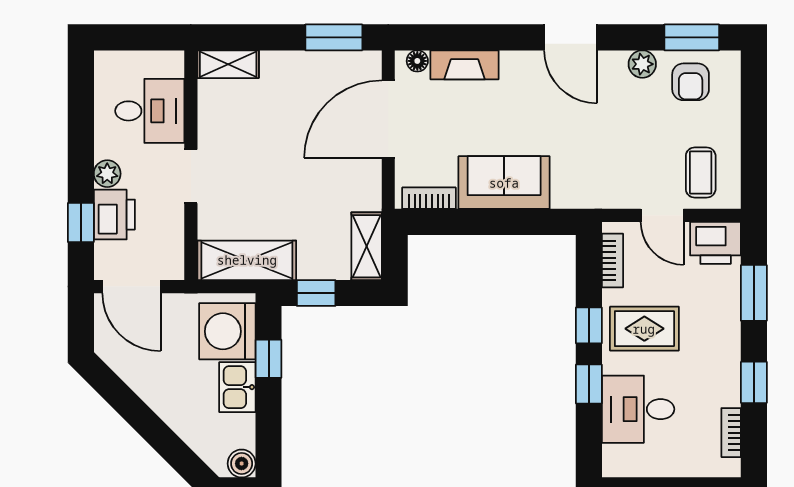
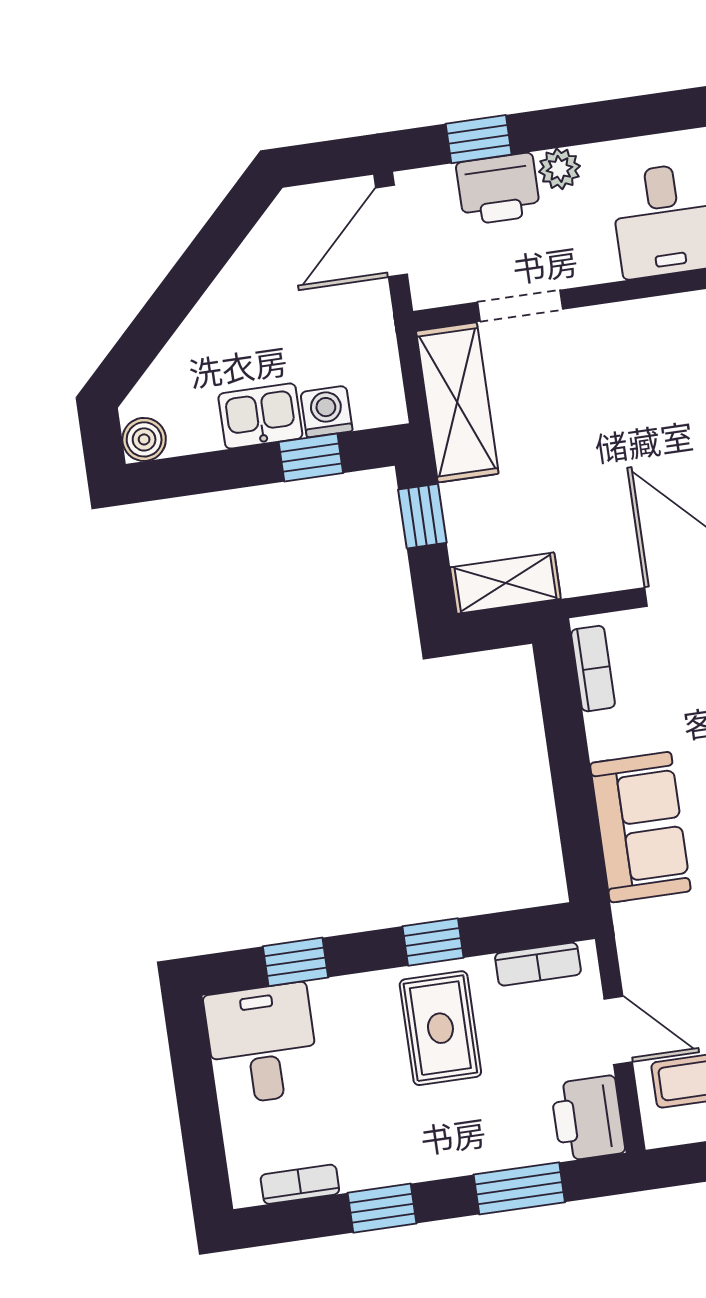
doorway: (191, 176) -> (520, 306), moved
sofa: (504, 183) -> (640, 827), moved
door: (662, 215) -> (618, 1030), swing flipped
washing machine: (227, 331) -> (327, 412), width x0.53, depth x0.53
window: (589, 384) -> (296, 962), moved
desk: (638, 409) -> (262, 1044), moved

